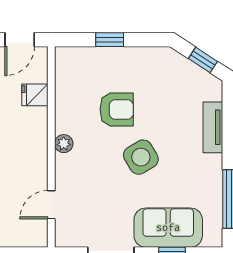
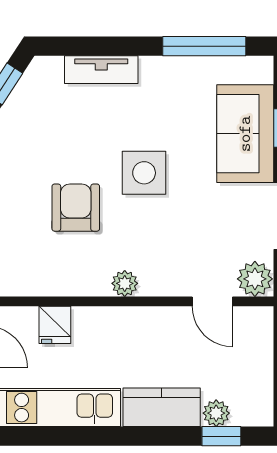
side table: (141, 157) -> (144, 173), turned 31
plant: (67, 234) -> (255, 279), added

